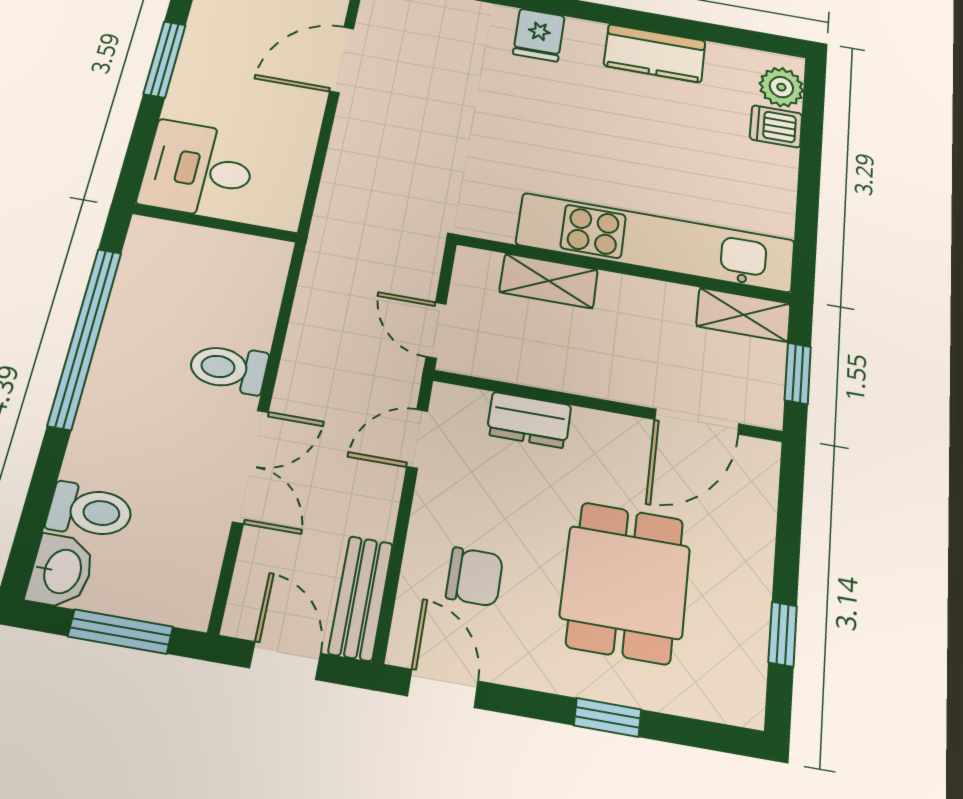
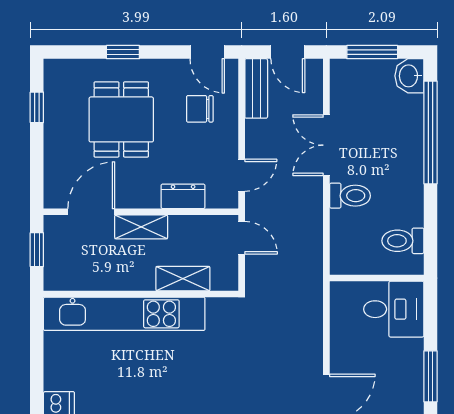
shelving: (744, 315) -> (141, 227), moved
window: (85, 337) -> (430, 132), moved
toilet: (90, 511) -> (403, 241), moved

